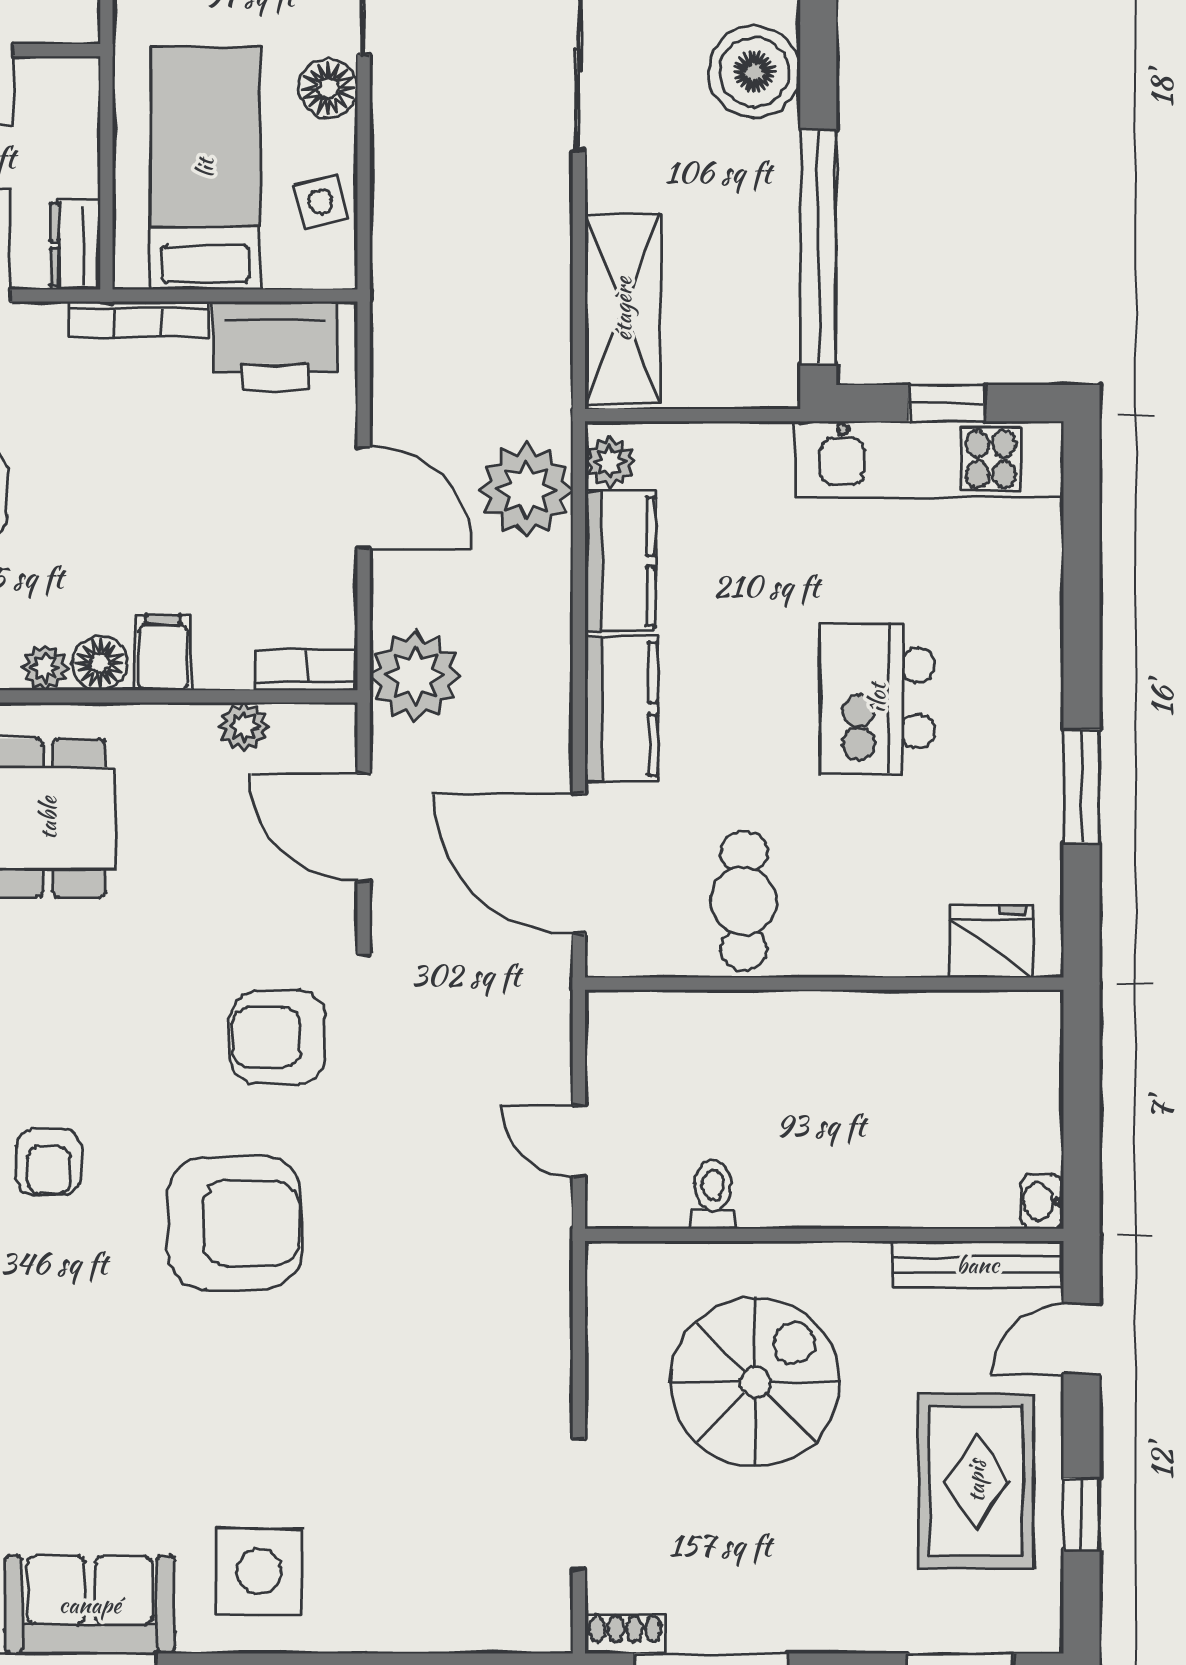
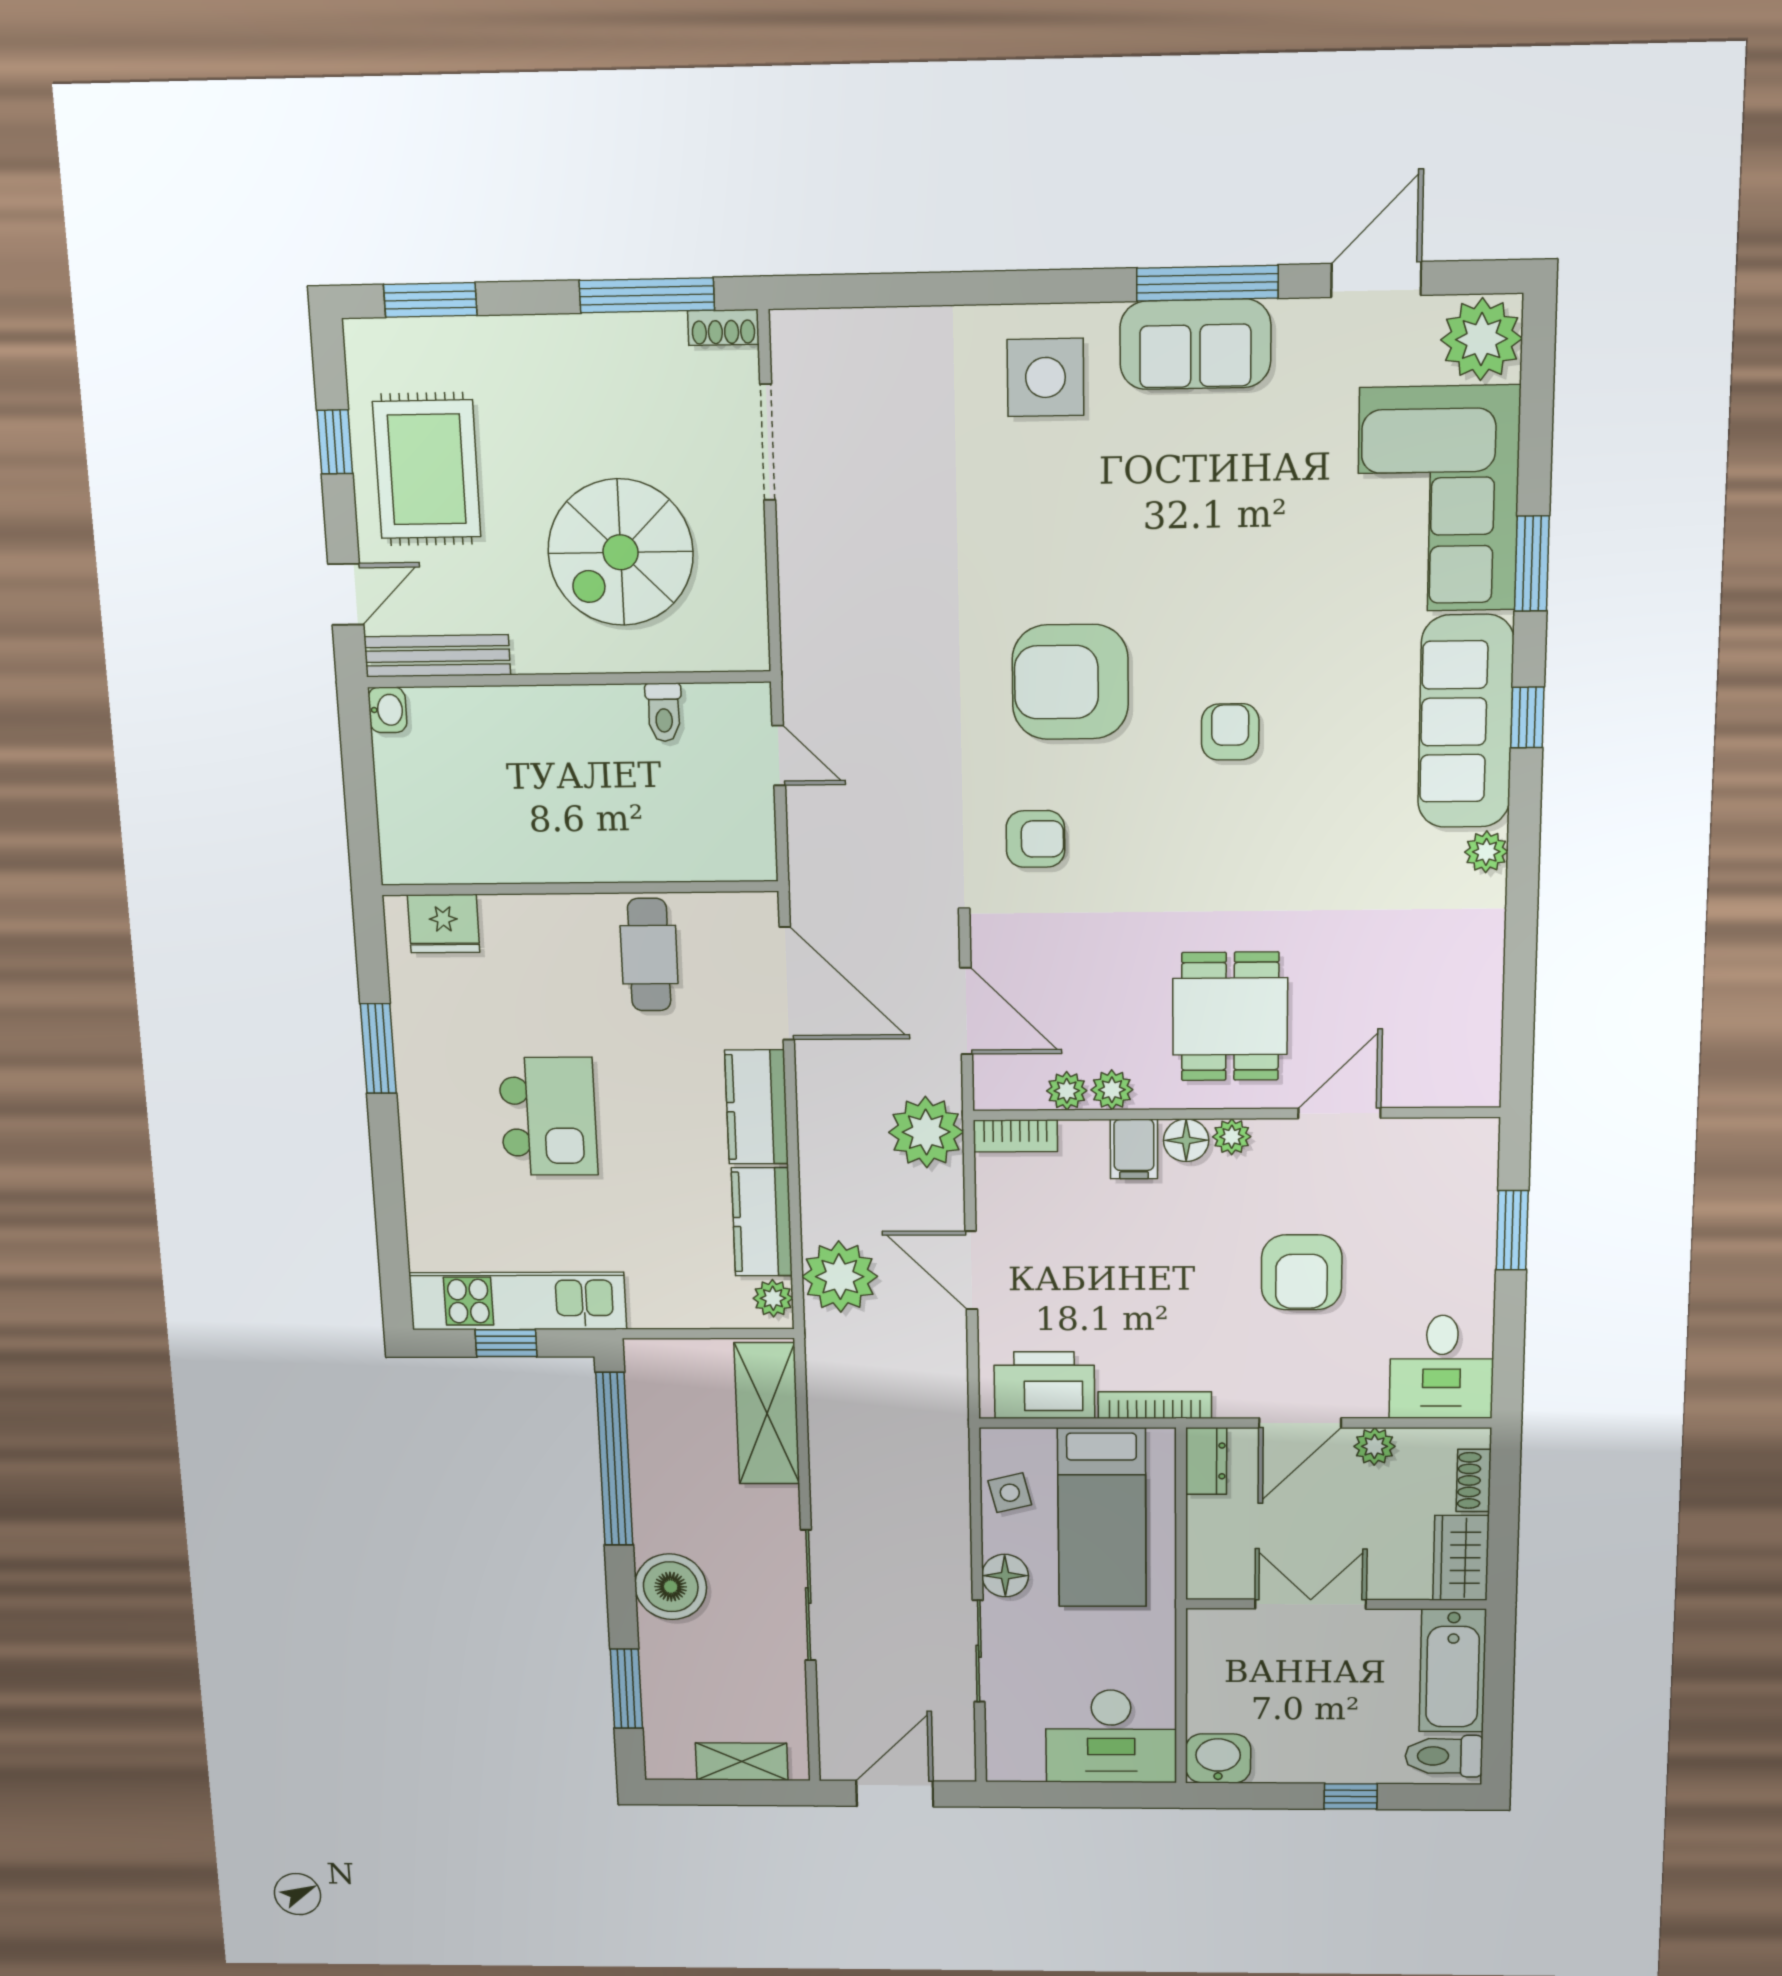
plant: (189, 728) -> (1112, 1090), added
armchair: (278, 1037) -> (1035, 839), width x0.72, depth x0.72

